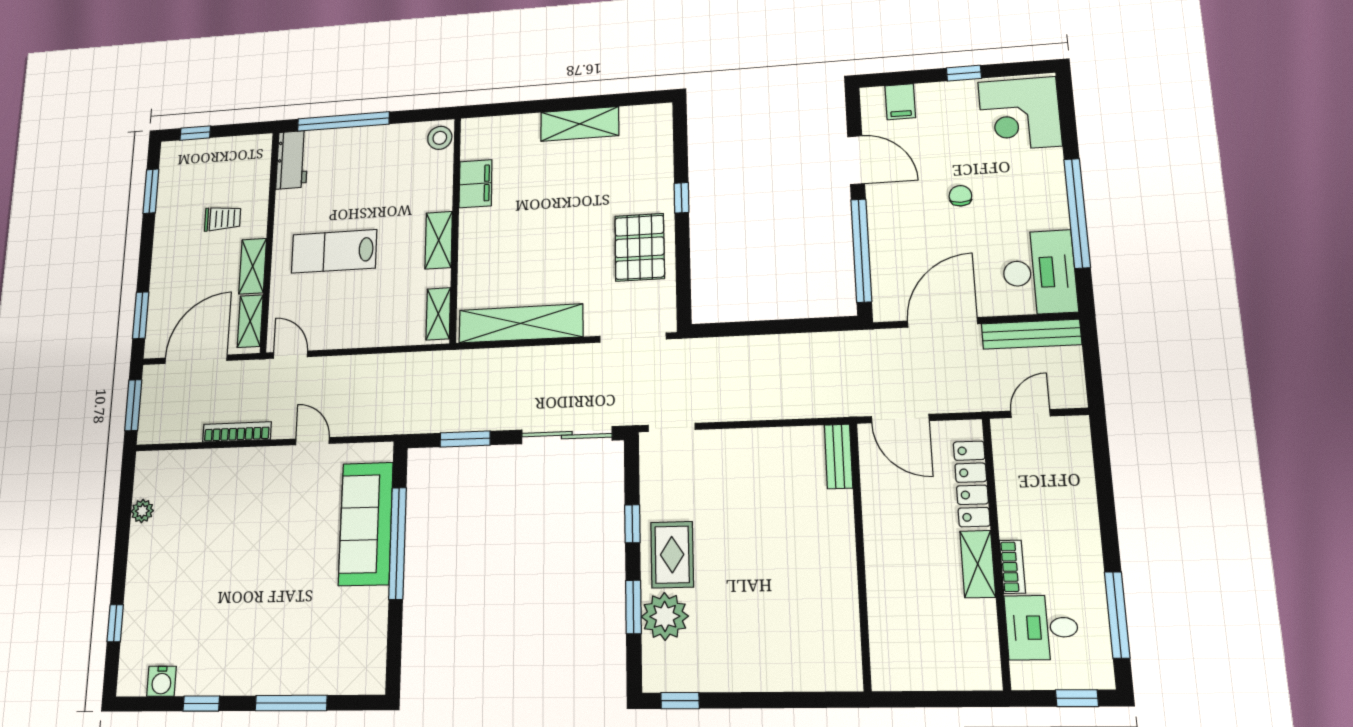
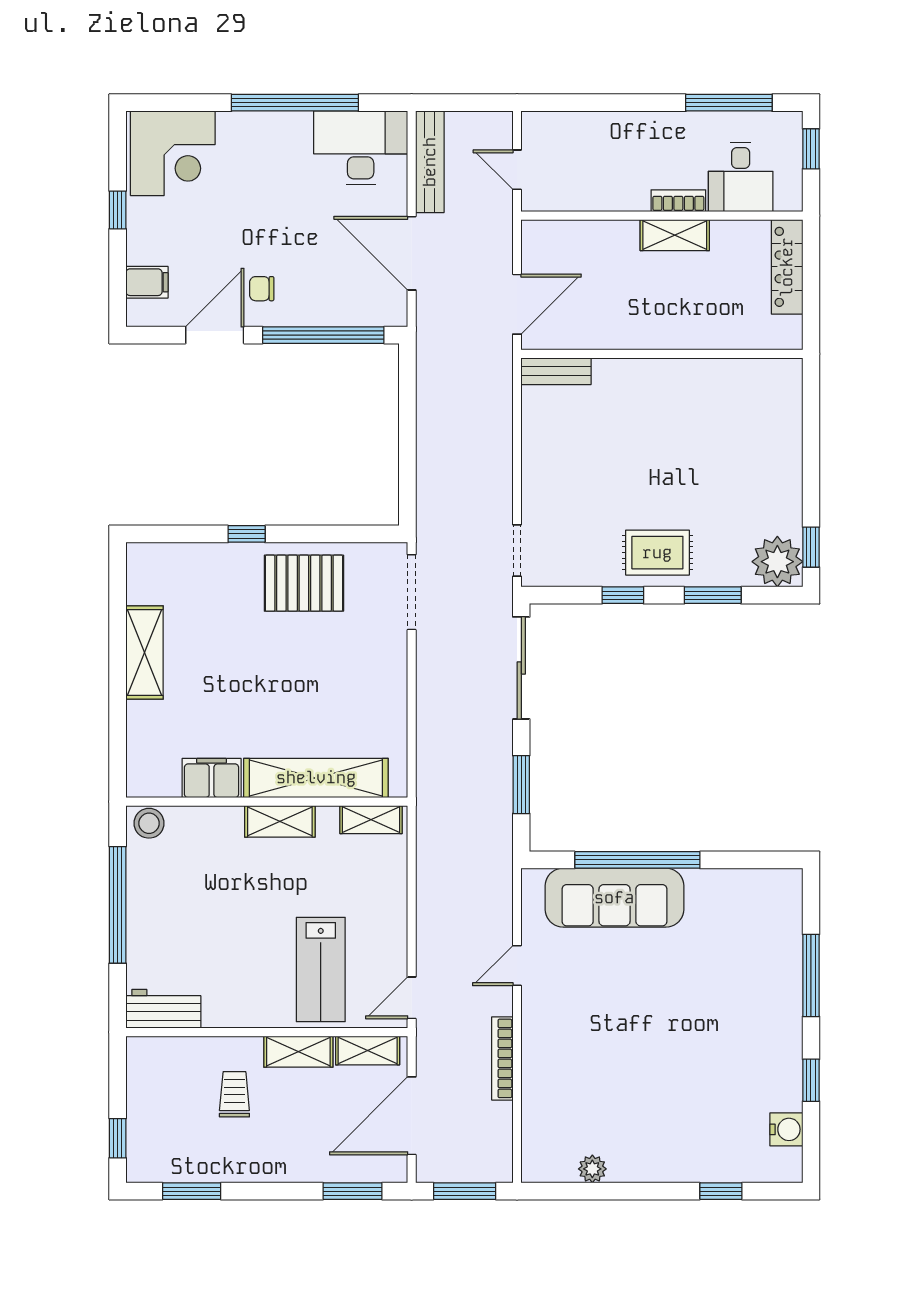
window: (343, 121) -> (118, 905), moved
chair: (960, 196) -> (262, 289), moved
lab bench: (334, 251) -> (321, 970), moved
shelving: (521, 323) -> (316, 778), moved, turned 90
door: (196, 359) -> (412, 1116), hinge flipped
locker: (972, 484) -> (787, 267), moved, turned 90
plant: (665, 616) -> (777, 562), moved

